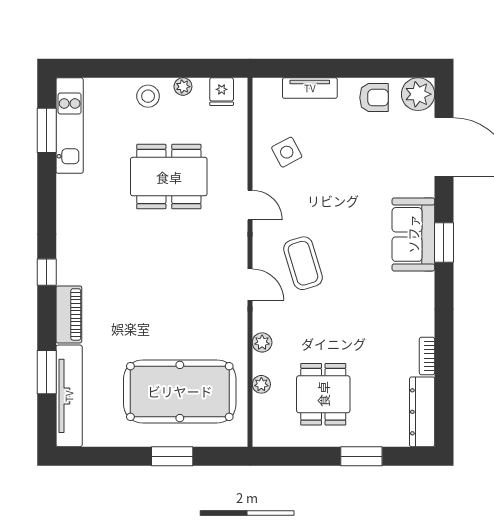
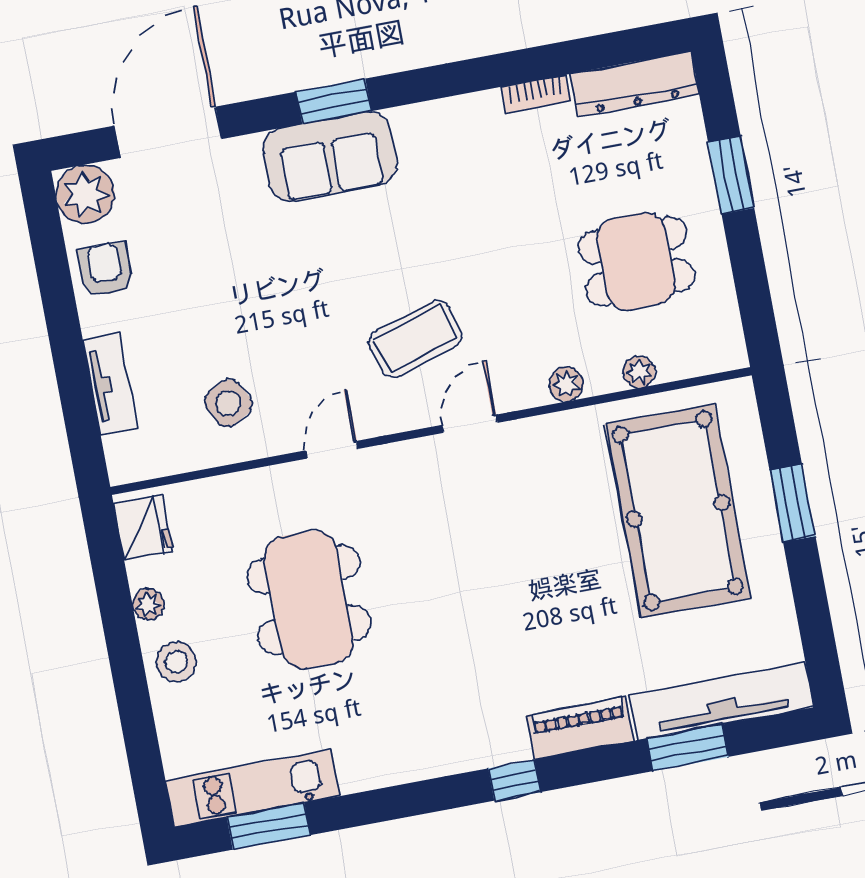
fridge: (222, 92) -> (143, 528), width x1.38

